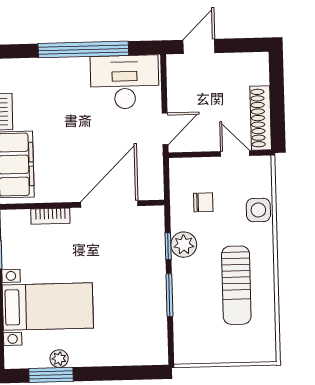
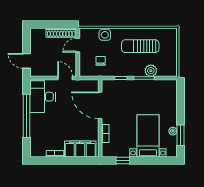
plant: (184, 245) -> (151, 71), moved
sun lounger: (236, 285) -> (140, 46), turned 180

